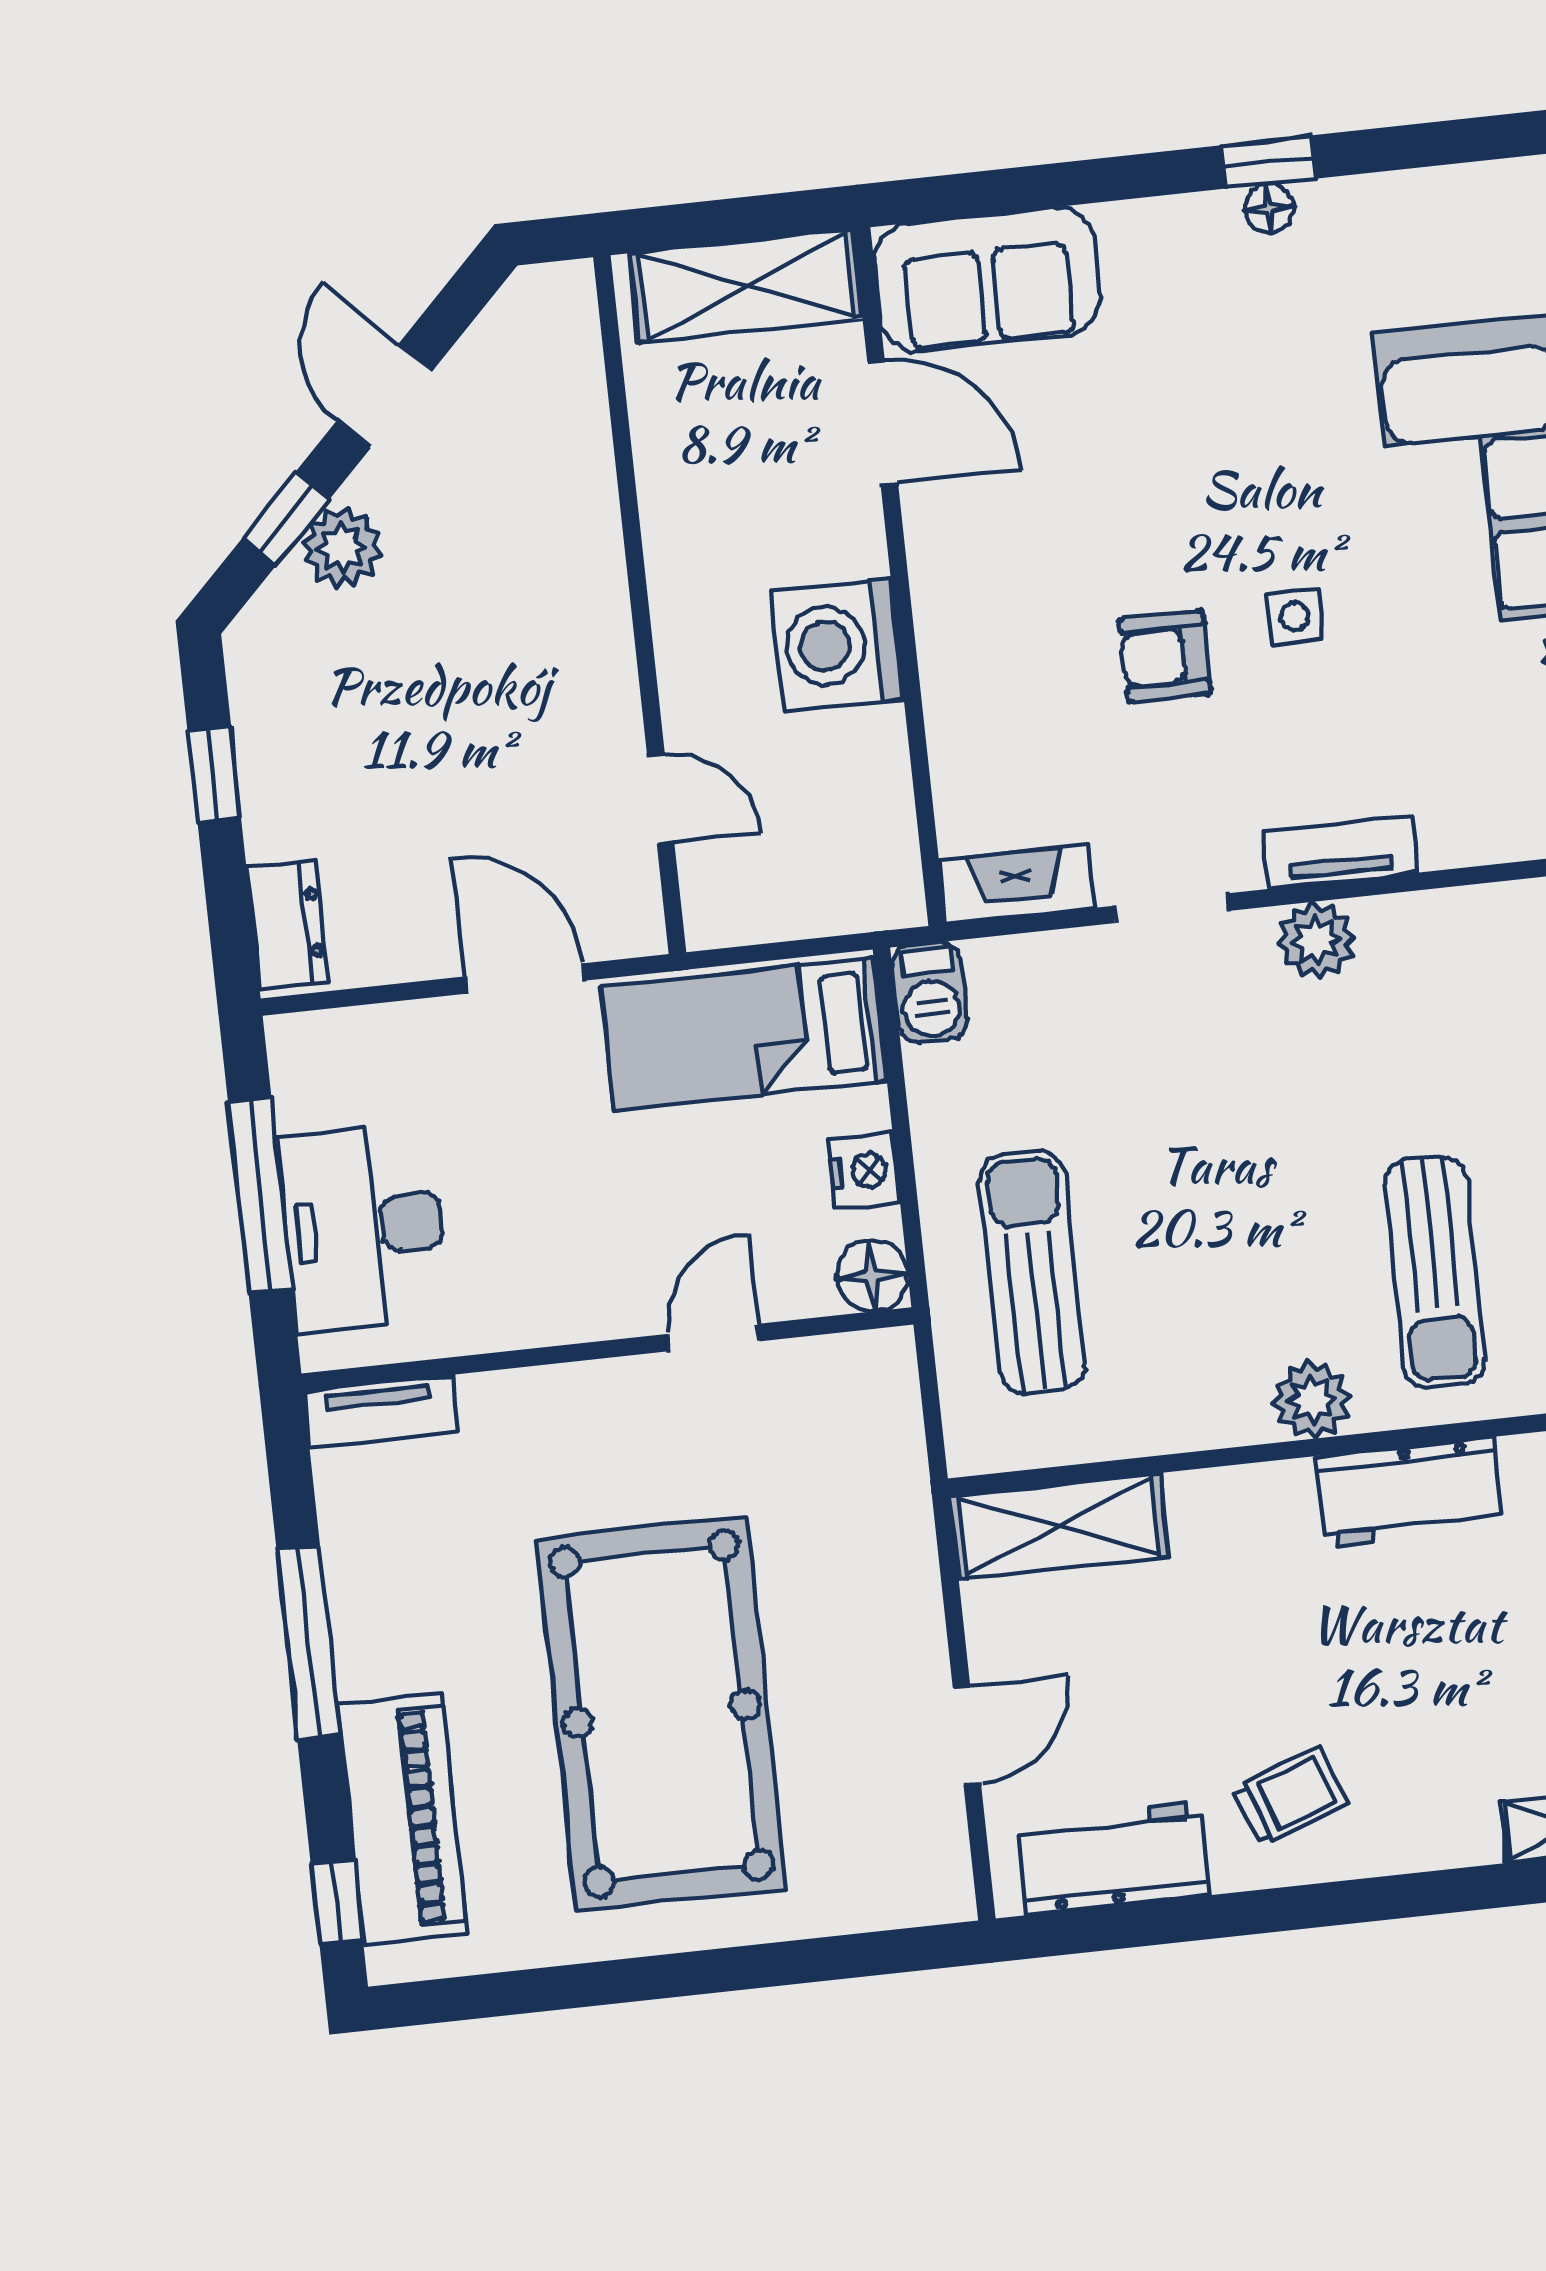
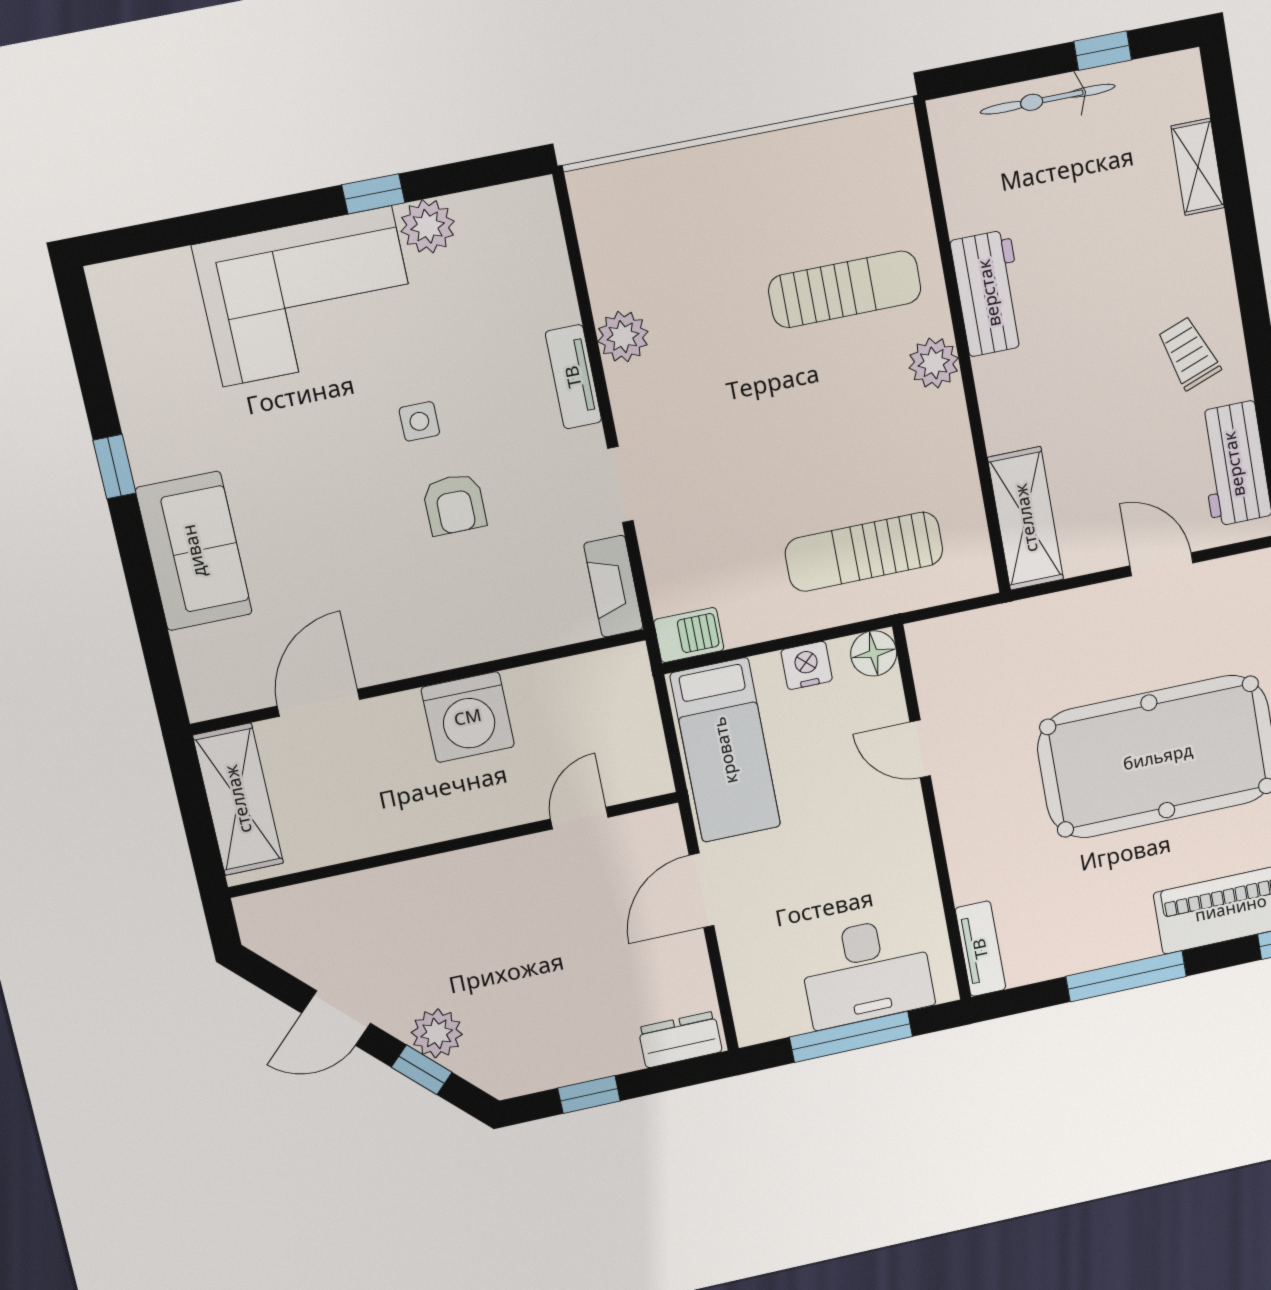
floor lamp: (1269, 208) -> (146, 464), removed
sofa: (987, 279) -> (194, 551), moved
plant: (1316, 940) -> (623, 337), moved

